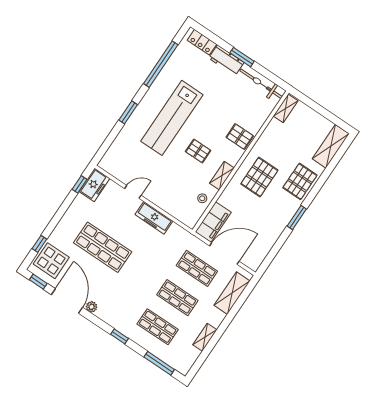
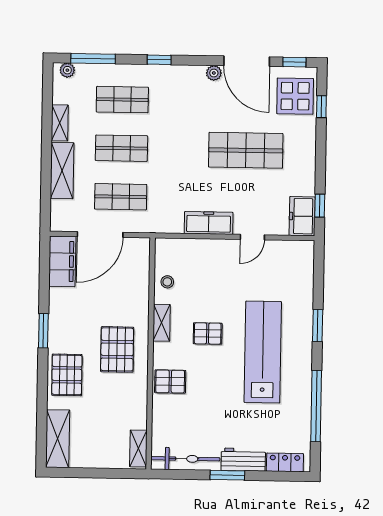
filing cabinet: (213, 222) -> (62, 261), moved, turned 180
shelving: (232, 293) -> (62, 171), moved
plant: (179, 366) -> (67, 70), added

